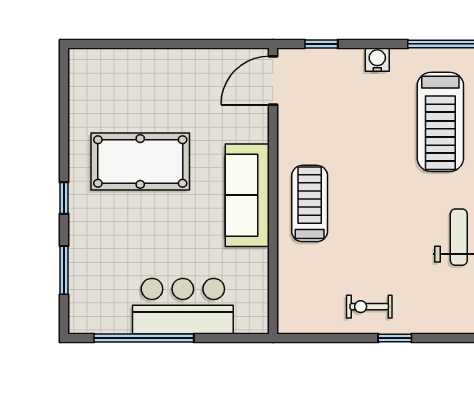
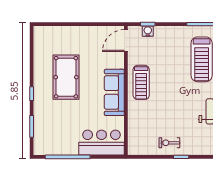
water cooler: (377, 60) -> (148, 31), moved
pool table: (140, 161) -> (66, 77), turned 90
treadmill: (310, 203) -> (141, 82), moved, turned 180
bar counter: (183, 306) -> (102, 143), moved

